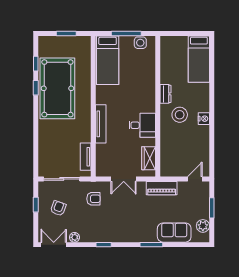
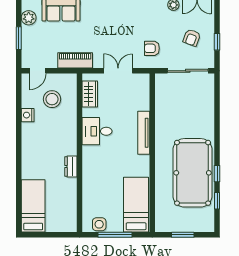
stool: (180, 115) -> (52, 99), moved
nightstand: (204, 119) -> (28, 115), moved
tv unit: (86, 157) -> (161, 96), removed

